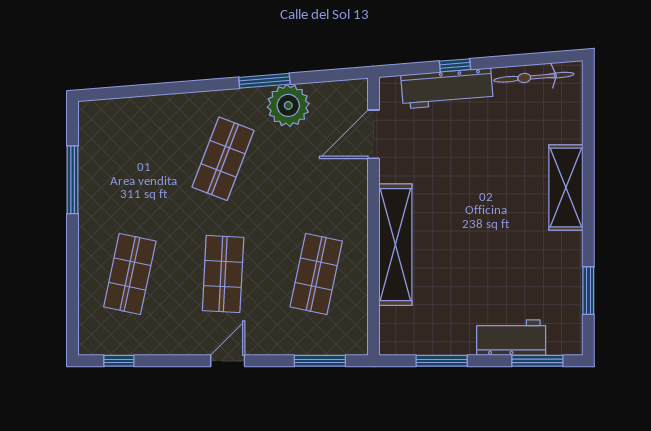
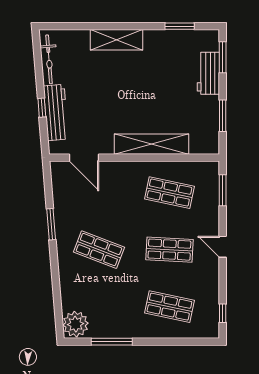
plant: (288, 105) -> (76, 324), moved

